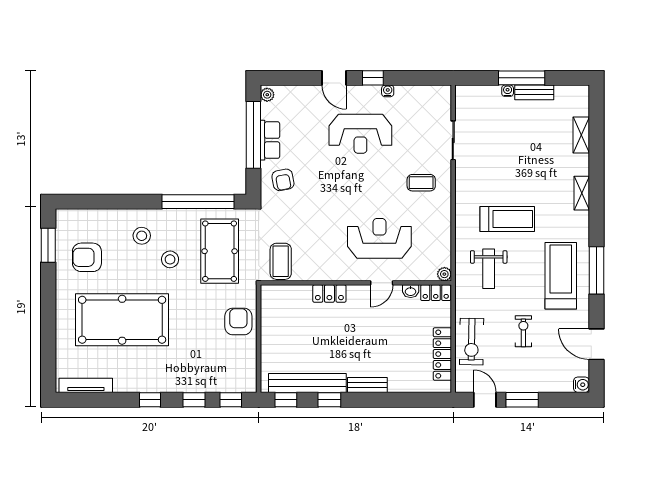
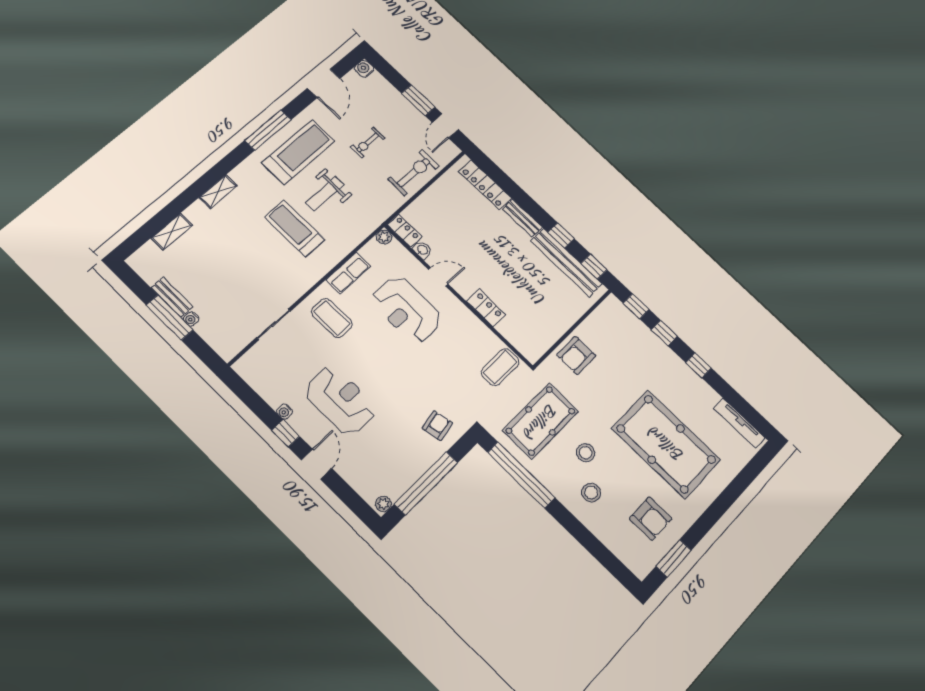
row of seats: (270, 140) -> (348, 273), moved, turned 180
coffee table: (421, 183) -> (332, 318), width x1.36, depth x1.30
weight bench: (489, 269) -> (325, 194), moved, turned 180
treadmill: (561, 276) -> (298, 152), turned 180
locker: (442, 354) -> (485, 185), moved, turned 90

